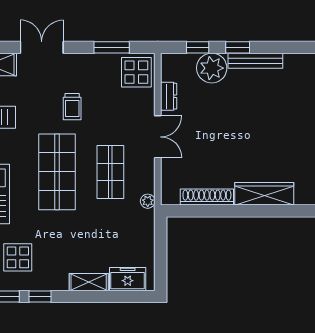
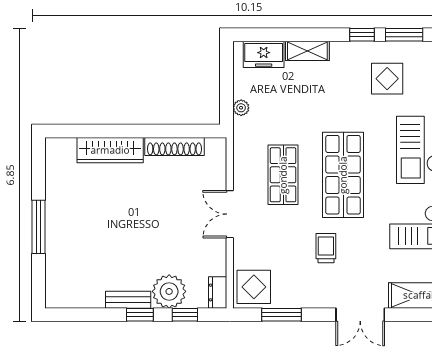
bench: (255, 61) -> (128, 300), width x0.73
dresser: (169, 96) -> (218, 292), moved
plant: (148, 201) -> (241, 108), moved

